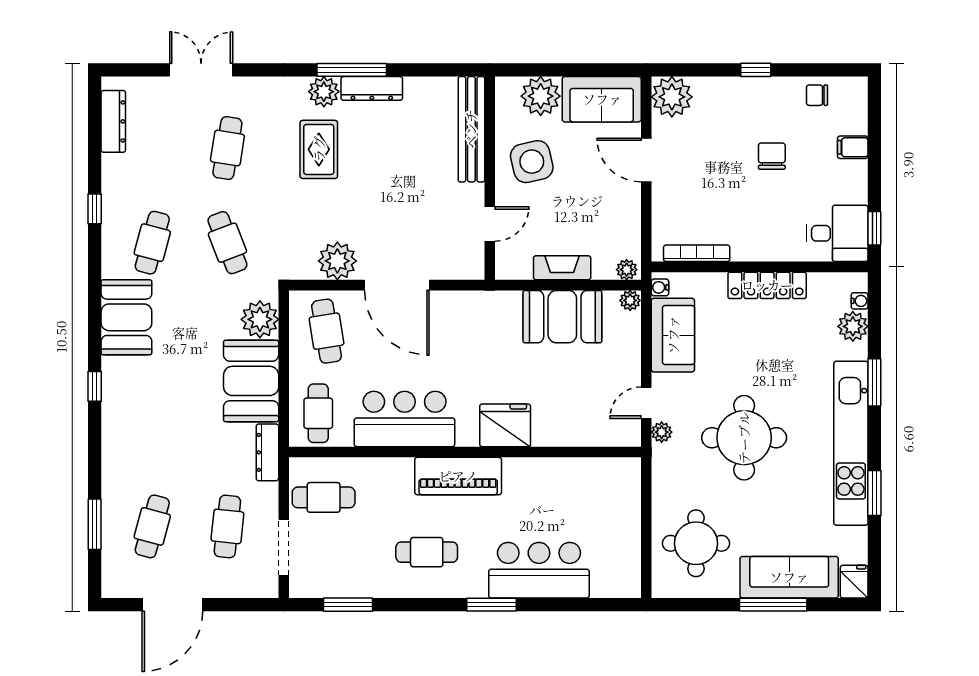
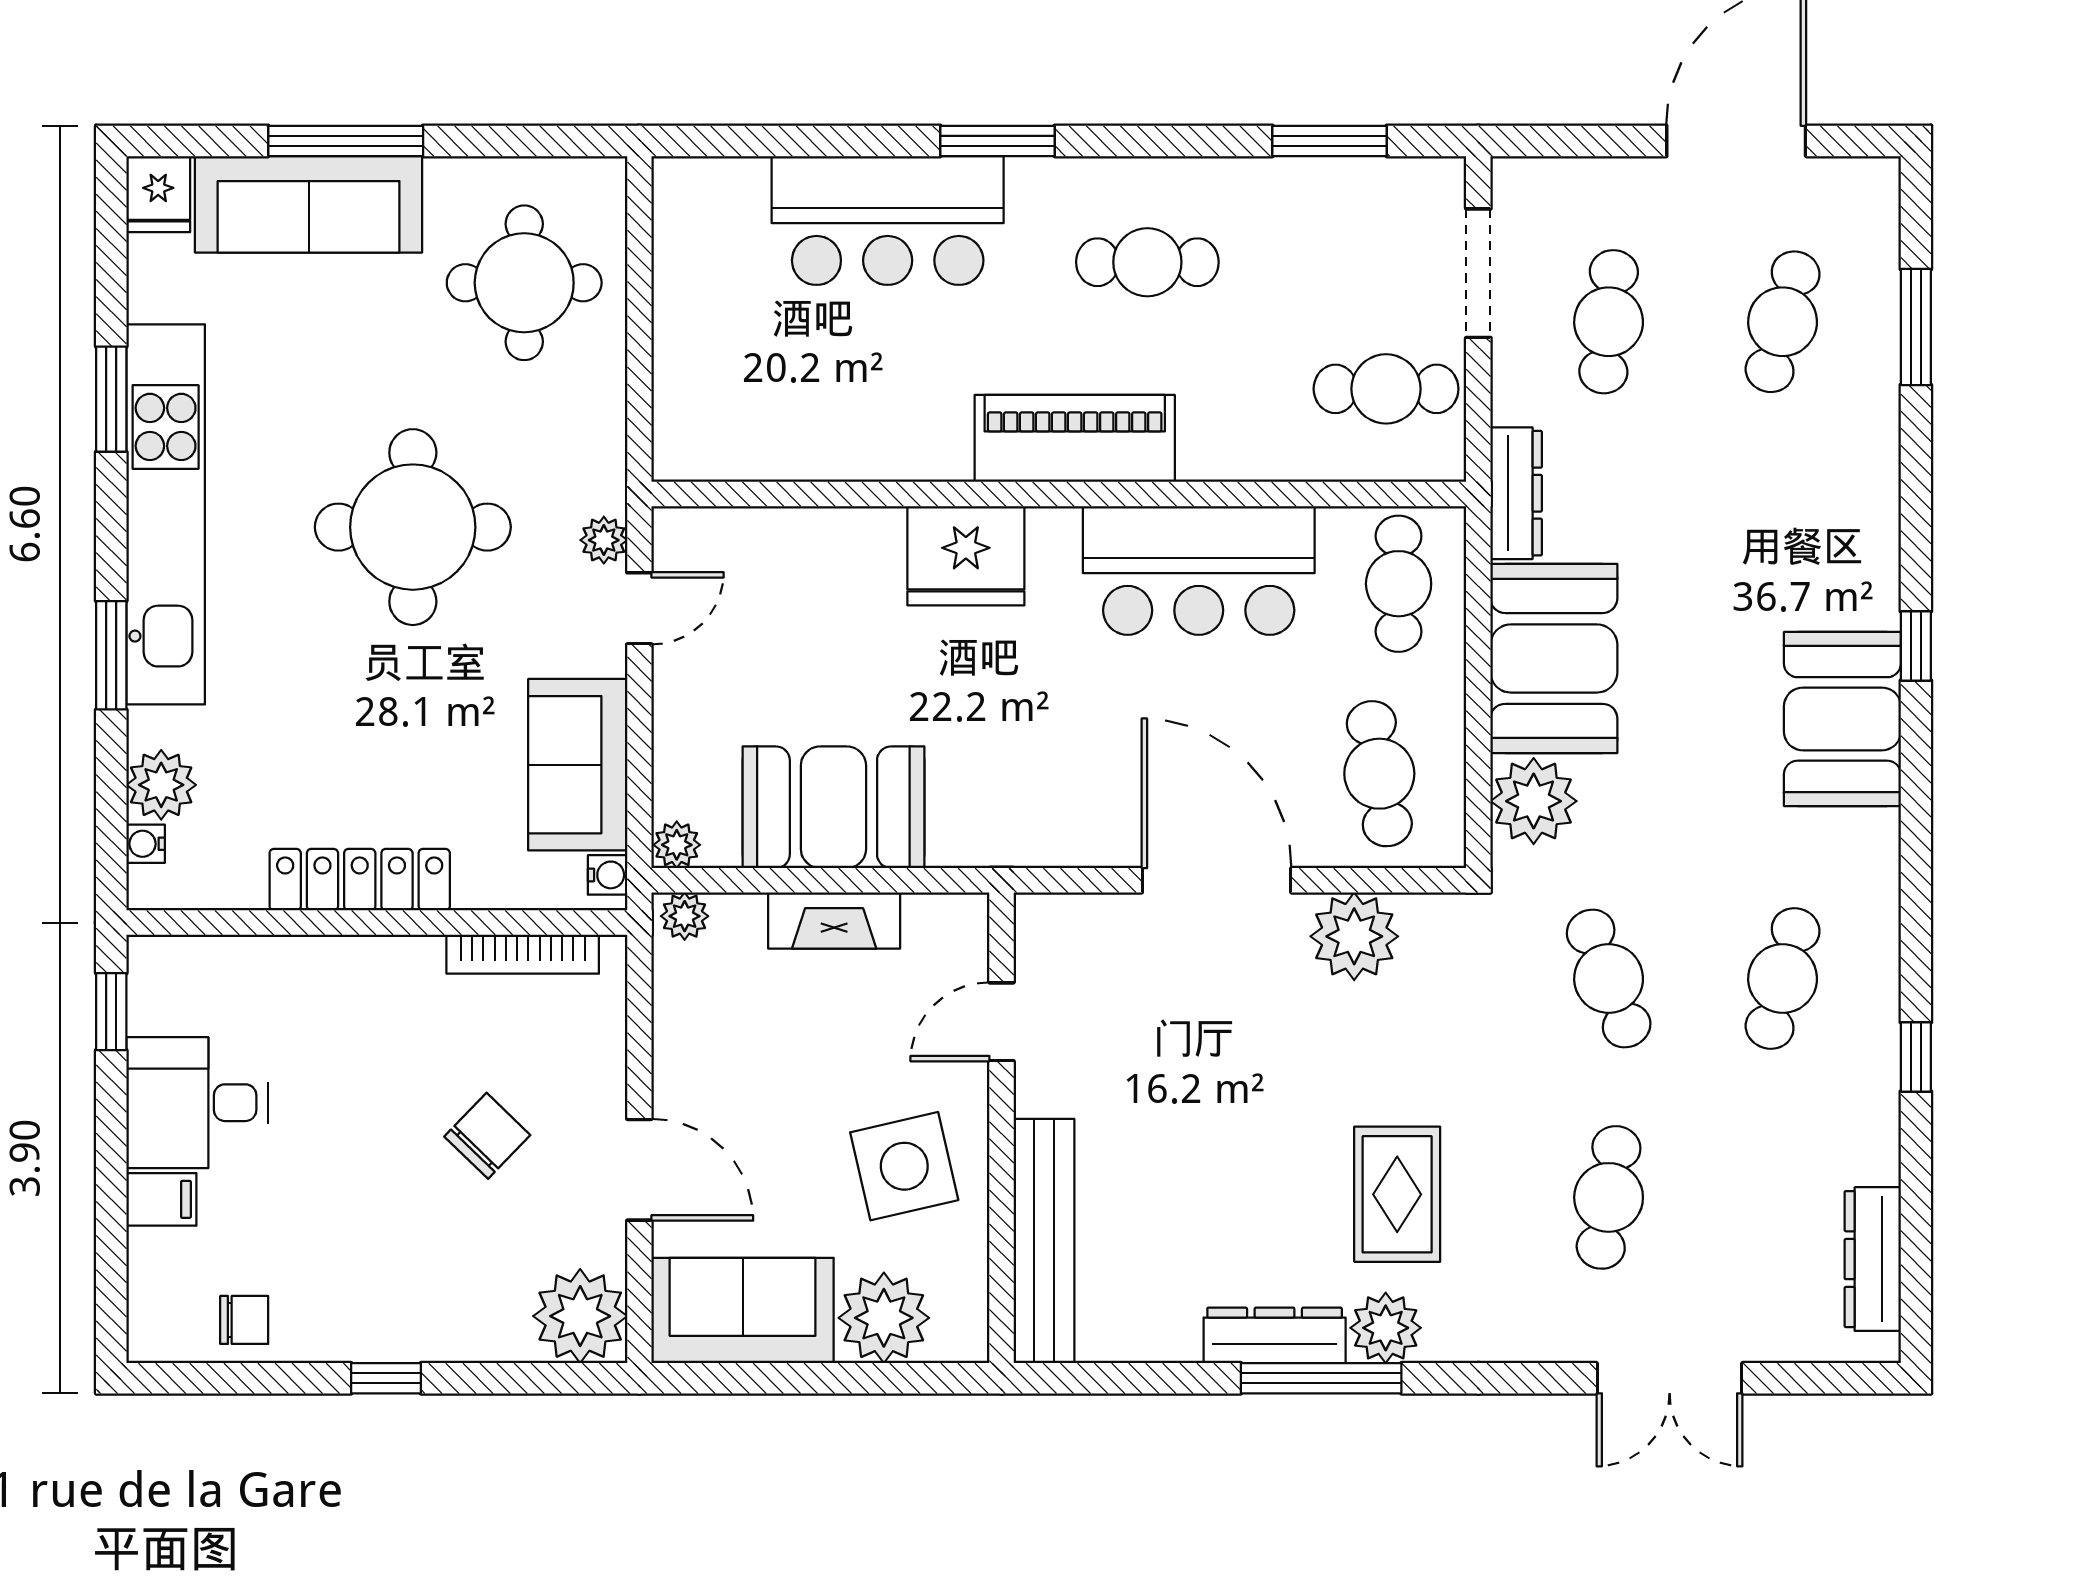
chair: (772, 156) -> (487, 1136), moved, turned -136
desk: (837, 233) -> (197, 1103), moved
booth: (126, 317) -> (1842, 719), moved

